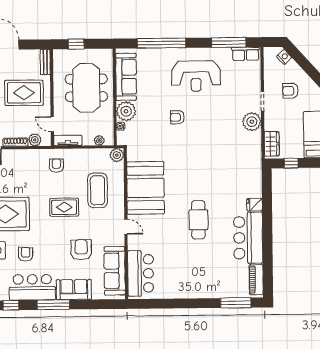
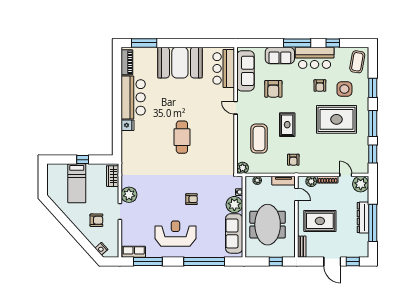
window: (291, 163) -> (83, 160), moved
booth: (145, 188) -> (180, 63), moved, turned 90
rug: (64, 207) -> (287, 125), turned 90
cafe table: (198, 220) -> (182, 137), moved

